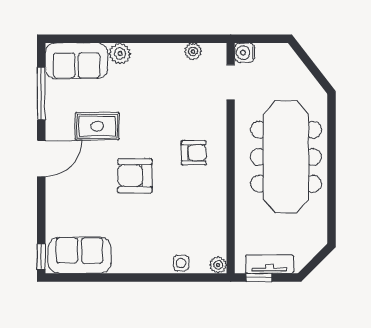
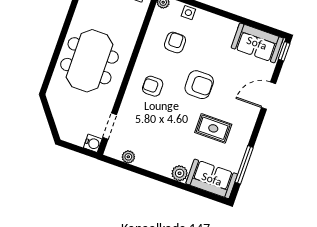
meeting table: (286, 157) -> (89, 61), width x0.73
door: (41, 158) -> (269, 96), moved
armchair: (185, 219) -> (175, 42), added

